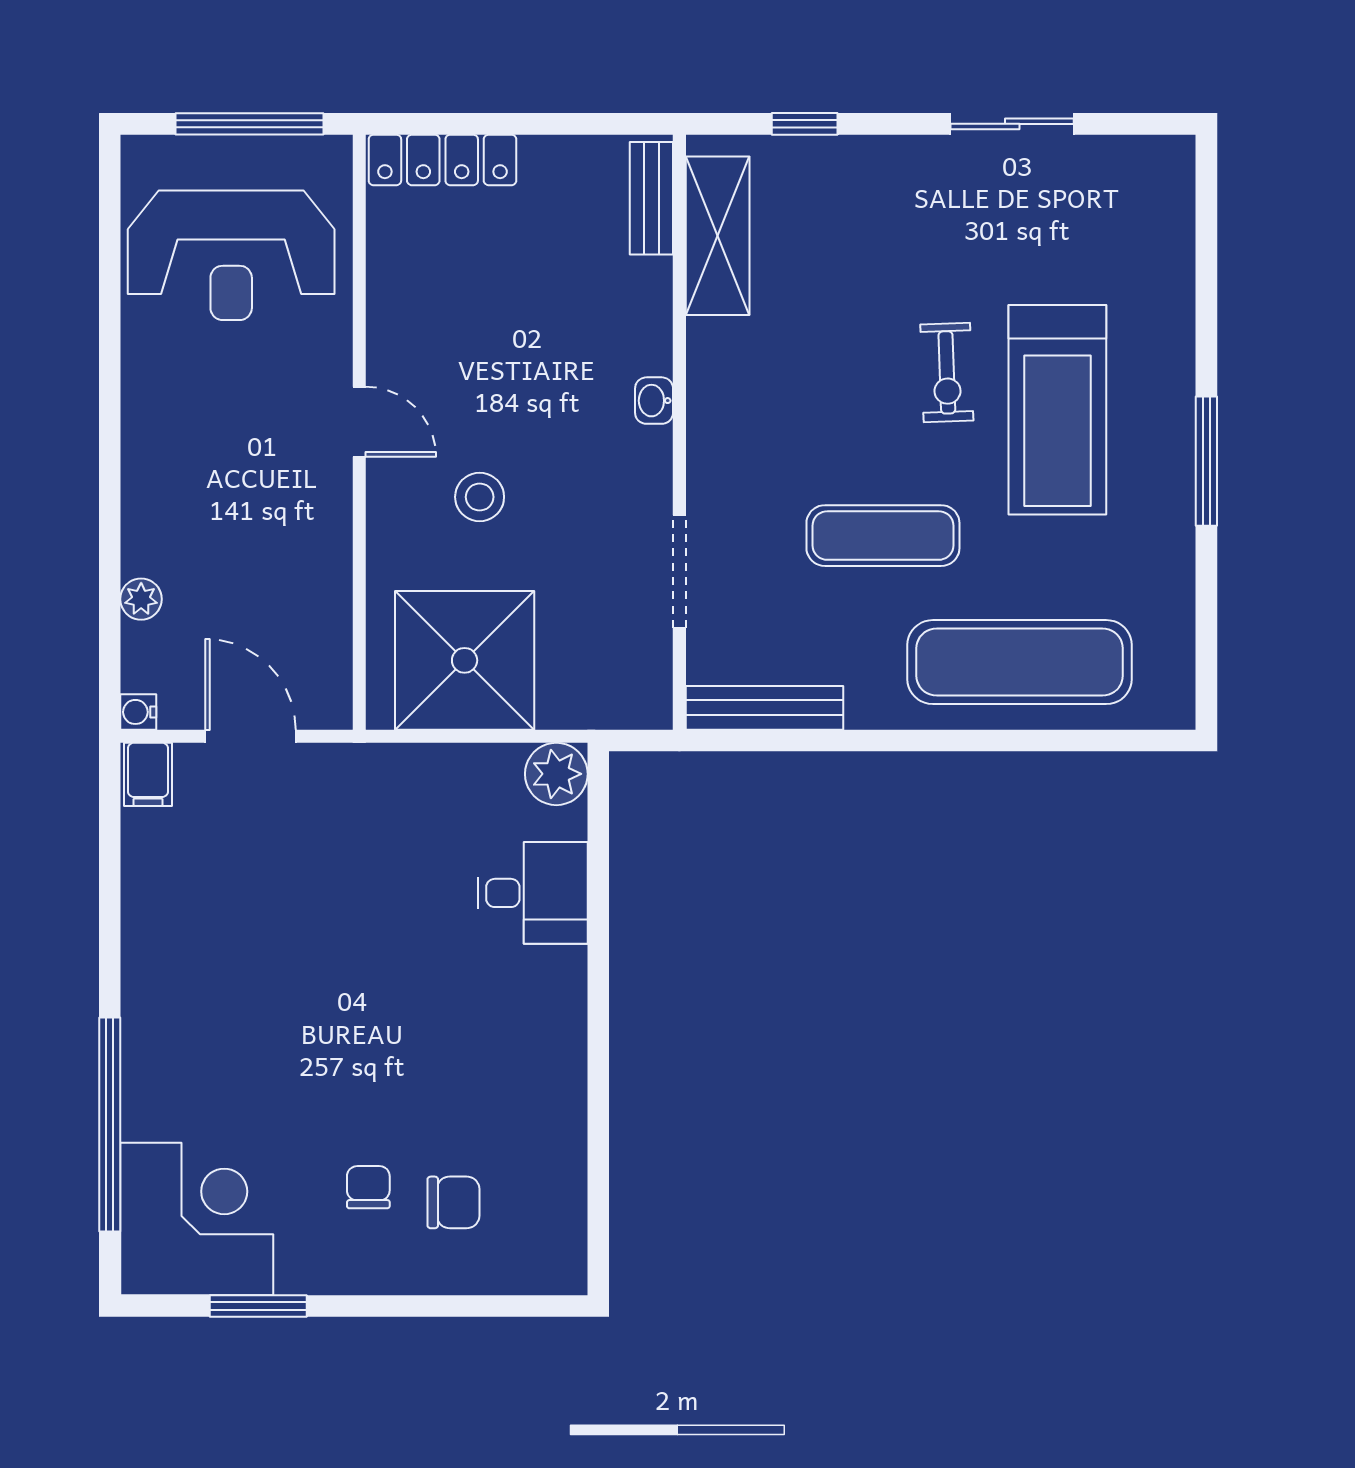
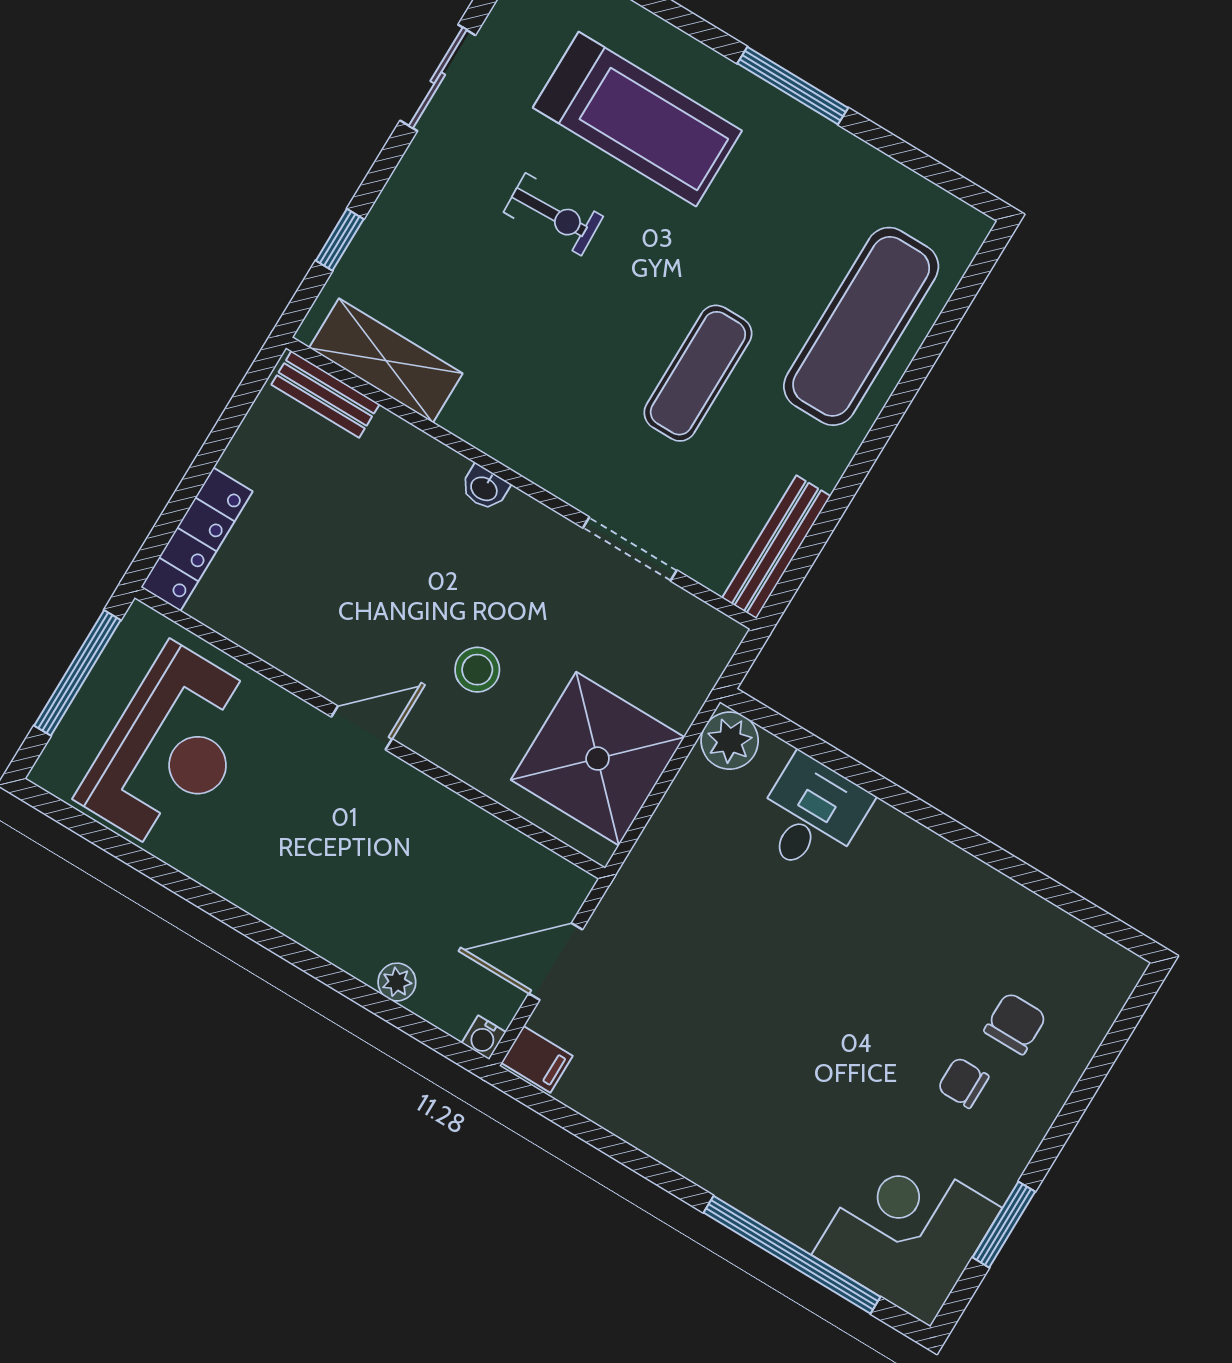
exercise bike: (947, 372) -> (553, 214), moved
treadmill: (1057, 410) -> (637, 119), moved

